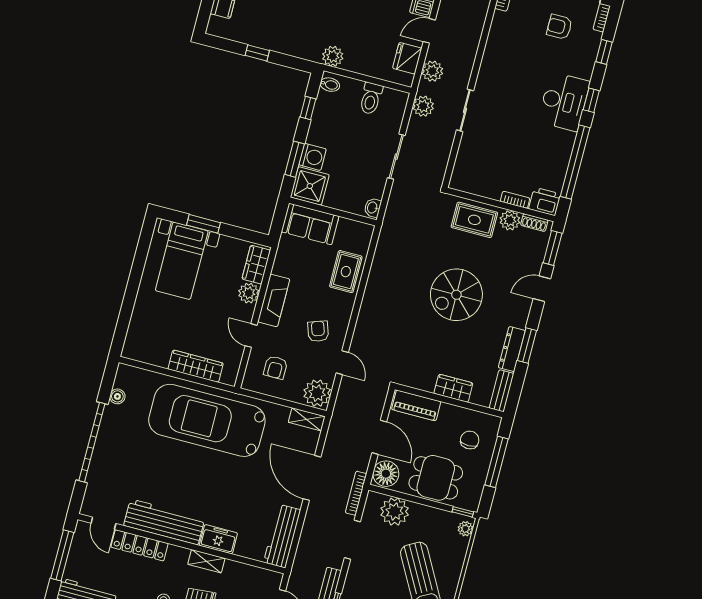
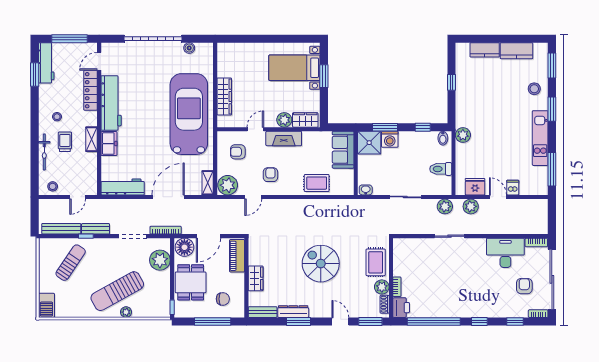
desk: (564, 102) -> (505, 253), moved, turned 180
armchair: (318, 331) -> (270, 175), turned -71
plant: (465, 529) -> (126, 312), moved

